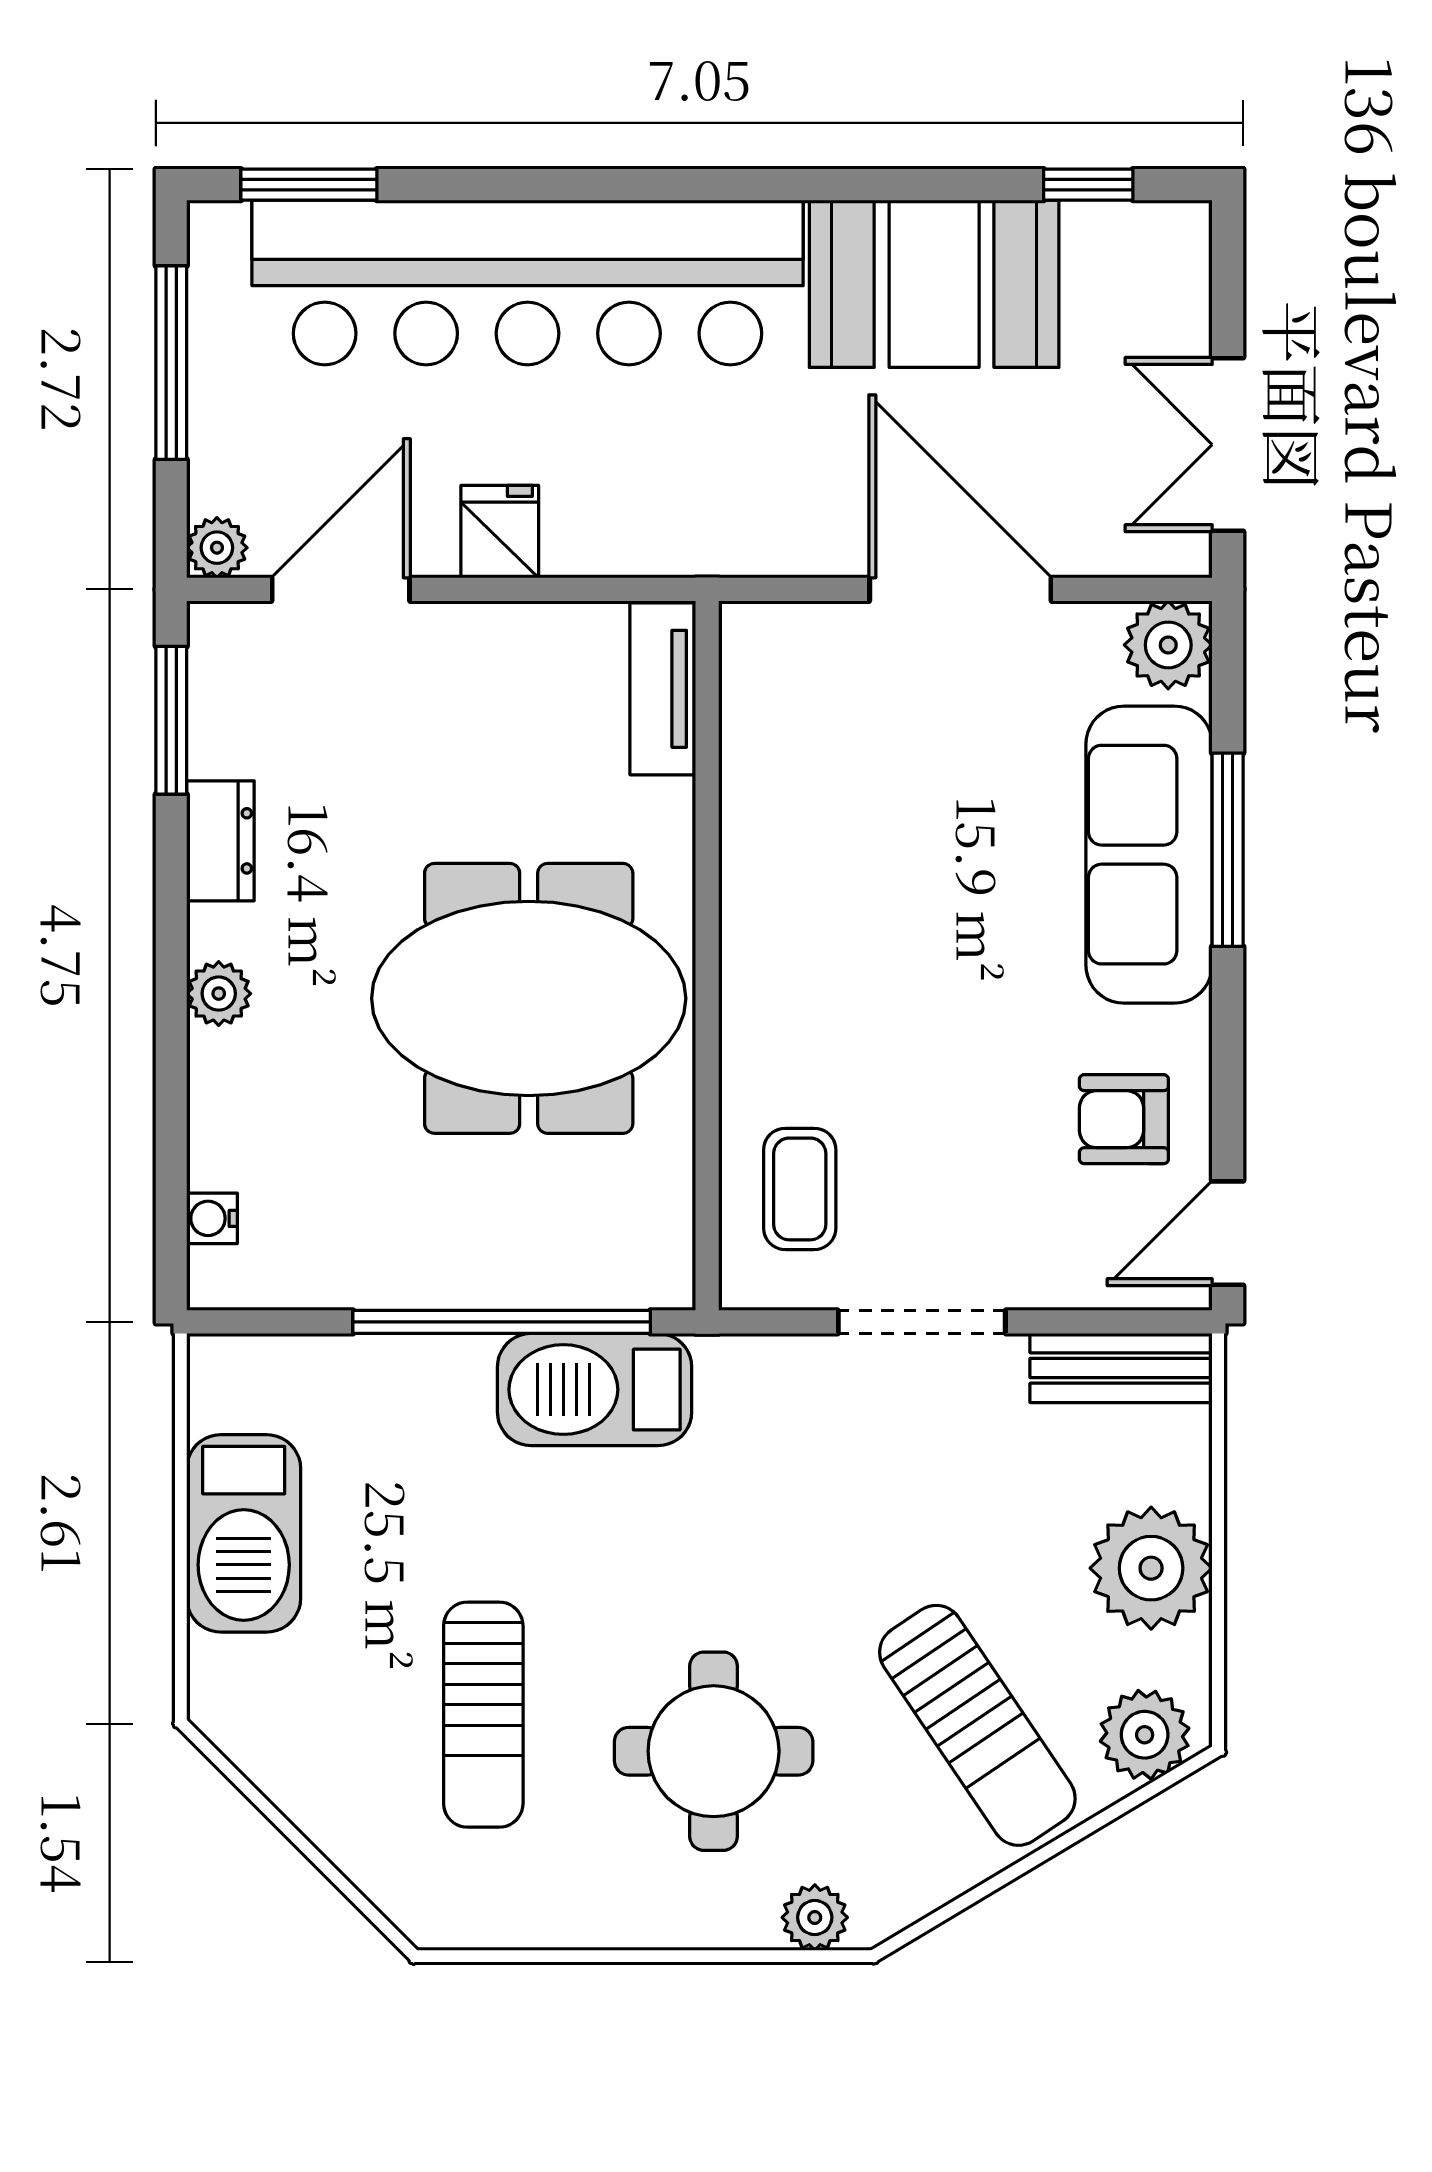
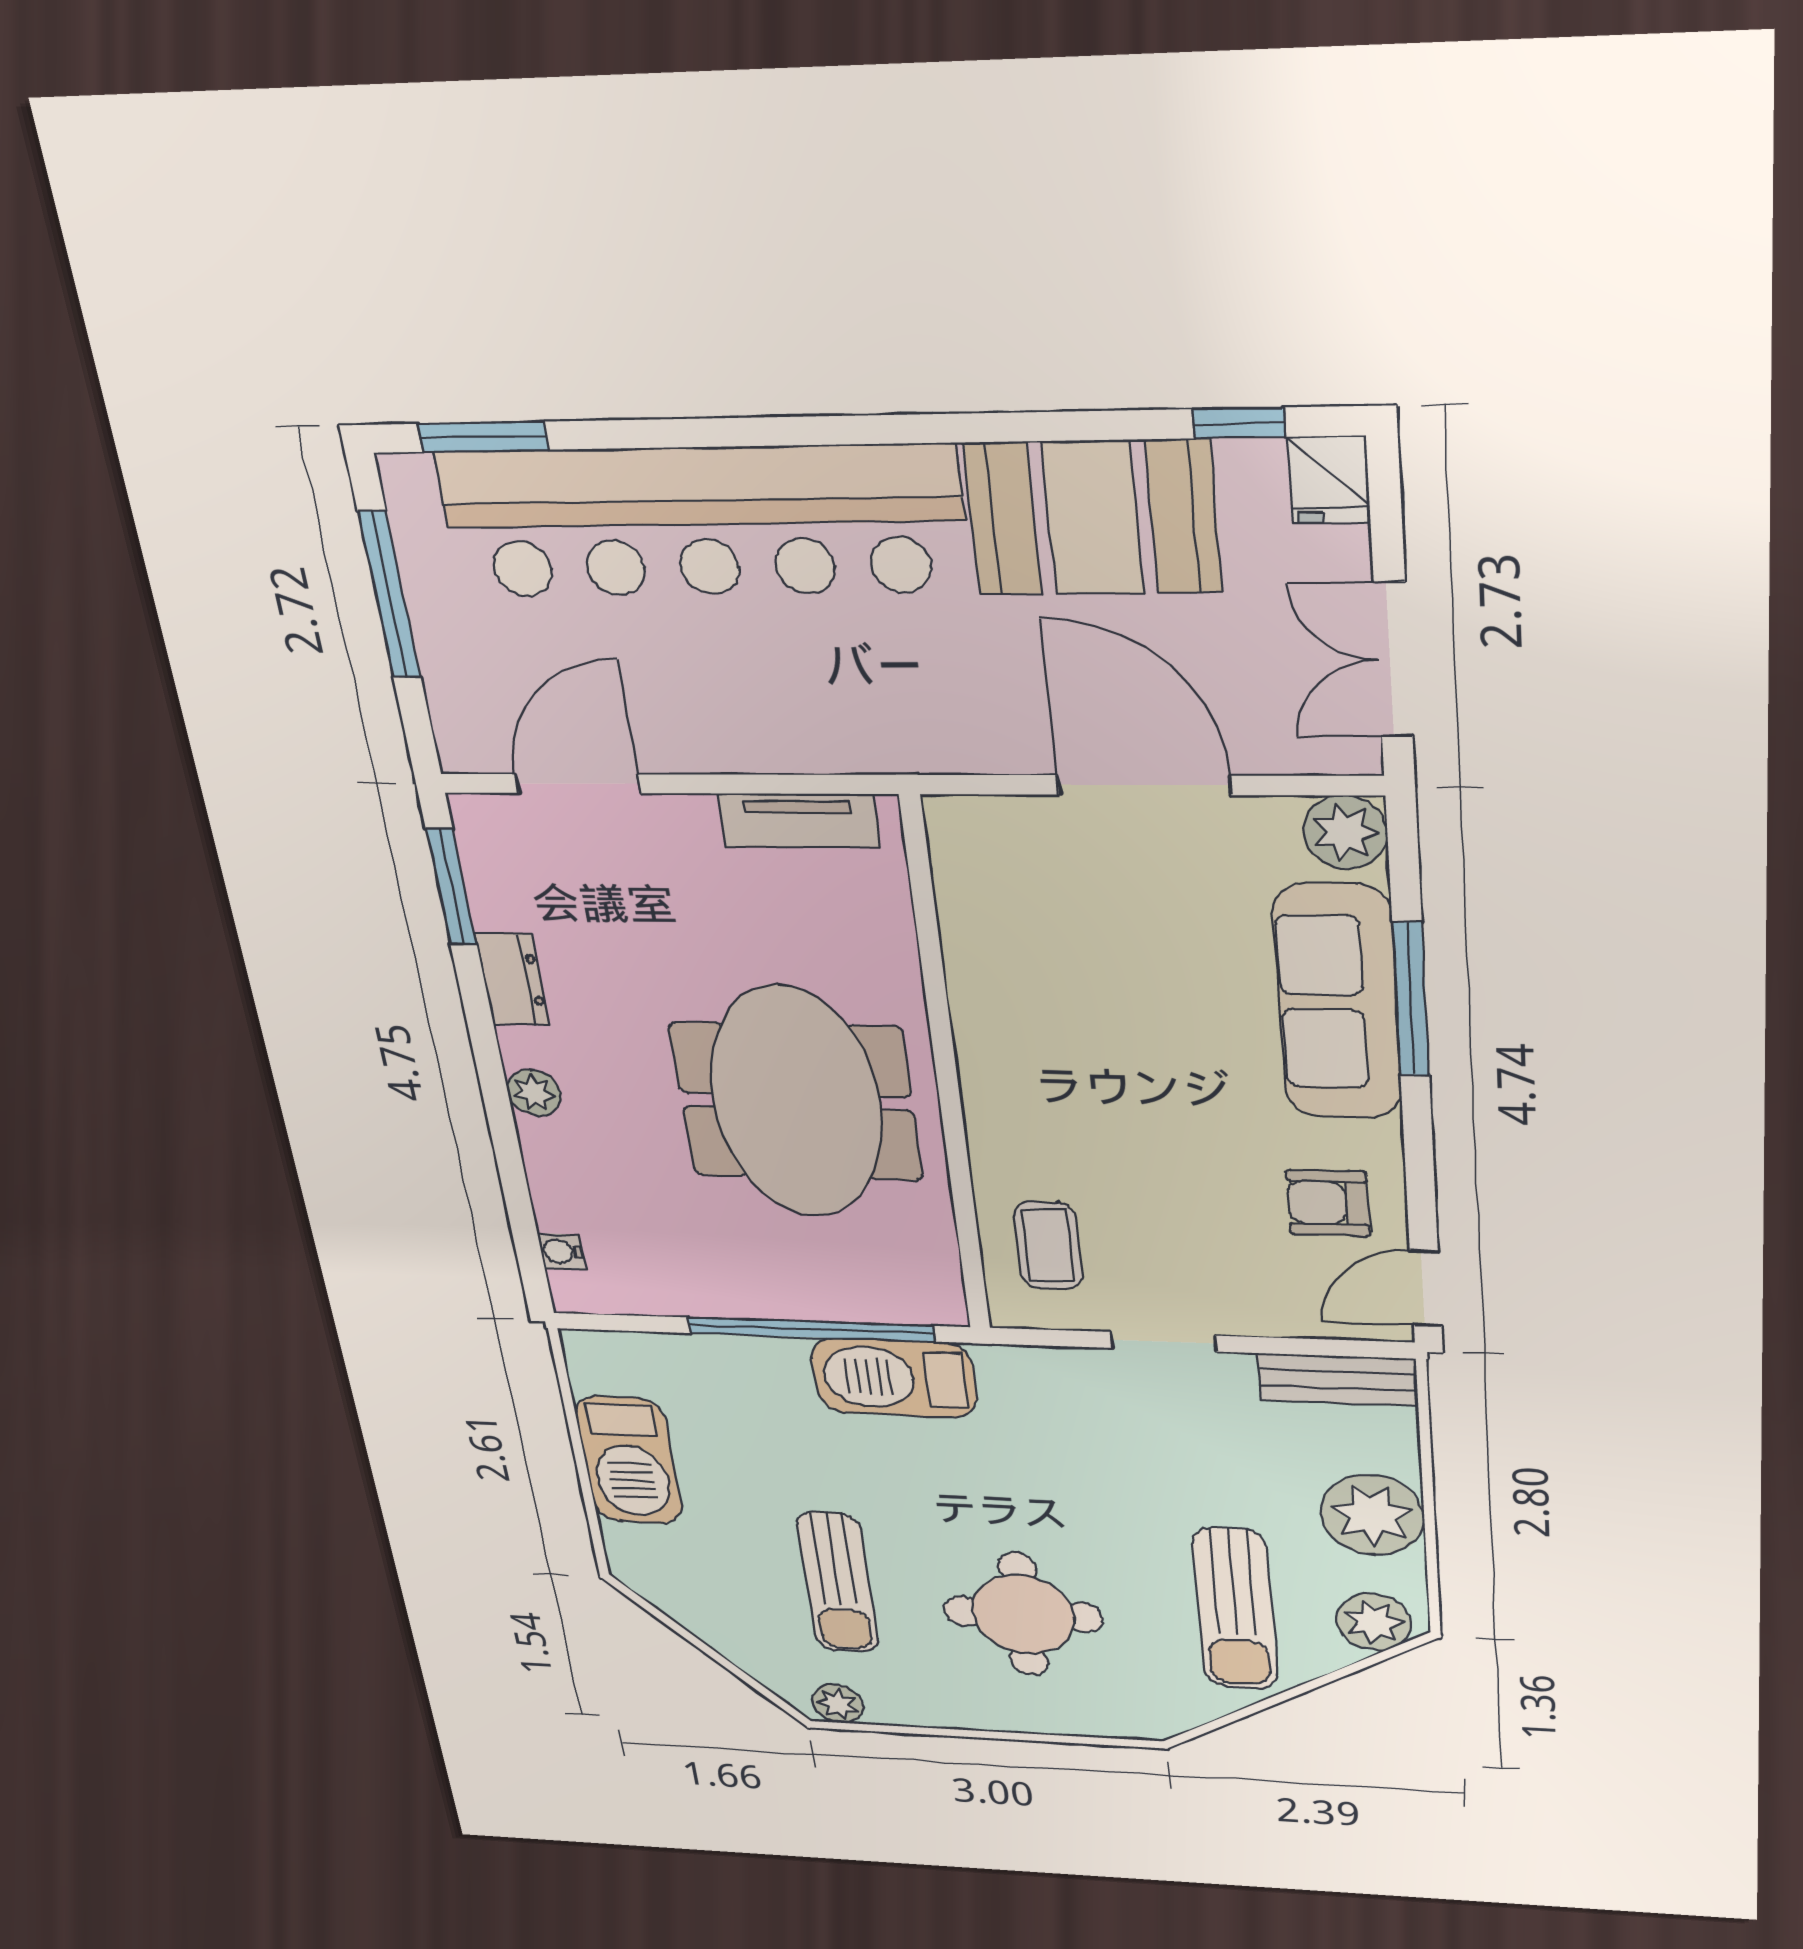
fridge: (500, 532) -> (1329, 480), moved, turned 180
plant: (217, 548) -> (462, 749), removed
tv unit: (663, 689) -> (799, 820), moved, turned -90
meeting table: (529, 998) -> (796, 1102), turned 90
doorway: (922, 1322) -> (1163, 1342), width x0.73
sun lounger: (977, 1725) -> (1235, 1609), turned 34
plant: (815, 1917) -> (838, 1704), moved

